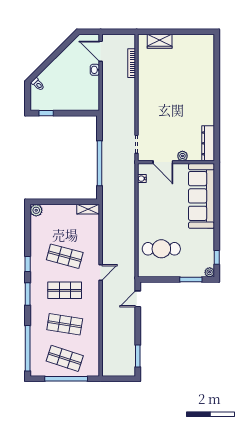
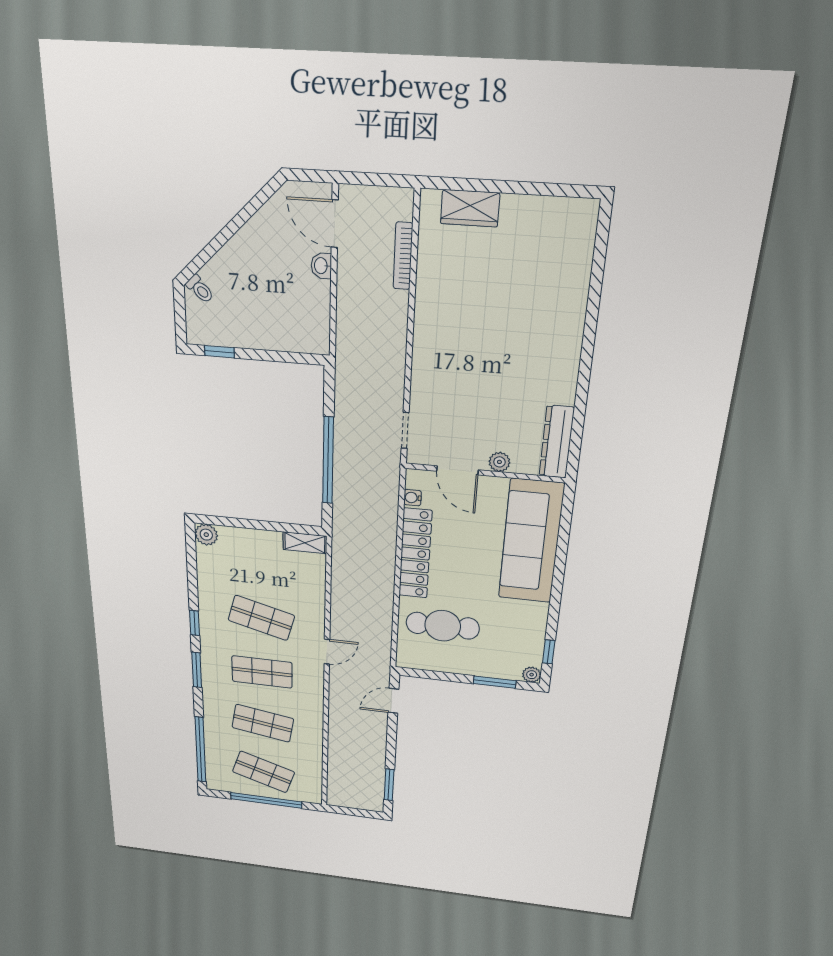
locker: (145, 209) -> (415, 553), added

